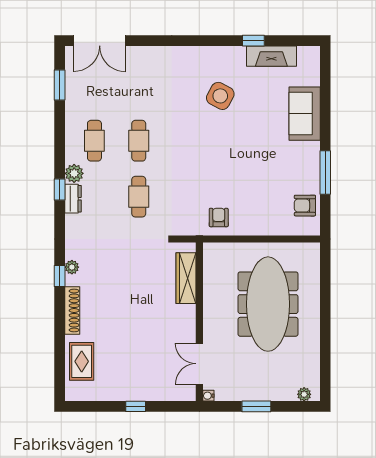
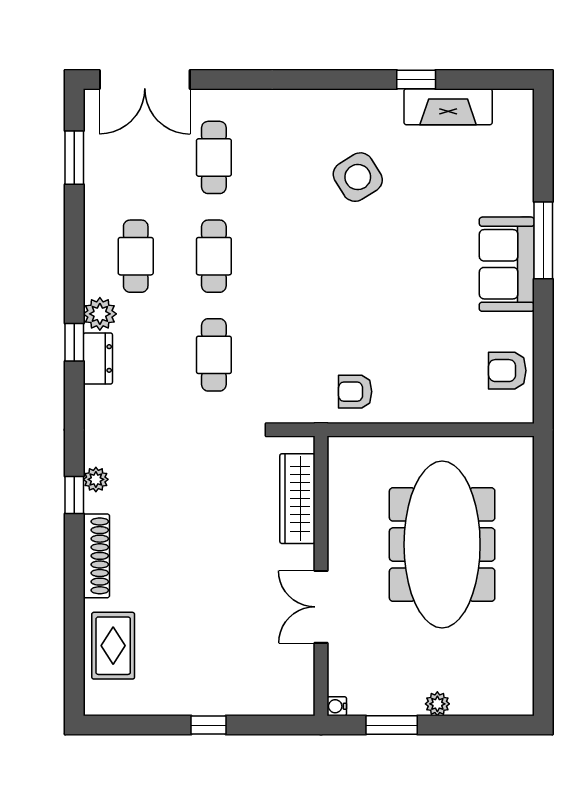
cafe table: (139, 85) -> (214, 157), added
side table: (220, 96) -> (358, 177), turned 30
sofa: (305, 114) -> (507, 264), moved
window: (325, 172) -> (543, 240), moved
armchair: (219, 217) -> (355, 392), turned -90
double door: (199, 364) -> (321, 607), moved
plant: (304, 394) -> (437, 704), moved
window: (256, 406) -> (392, 725), moved

